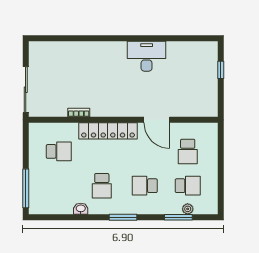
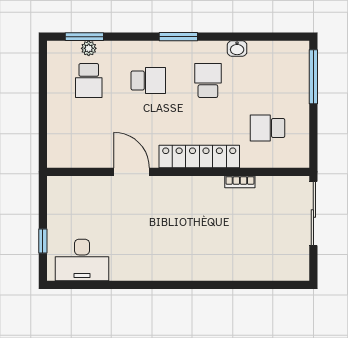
desk: (147, 56) -> (82, 260), moved
school desk: (188, 151) -> (89, 128), removed
school desk: (188, 186) -> (89, 80), turned -90
window: (178, 217) -> (84, 37), moved

